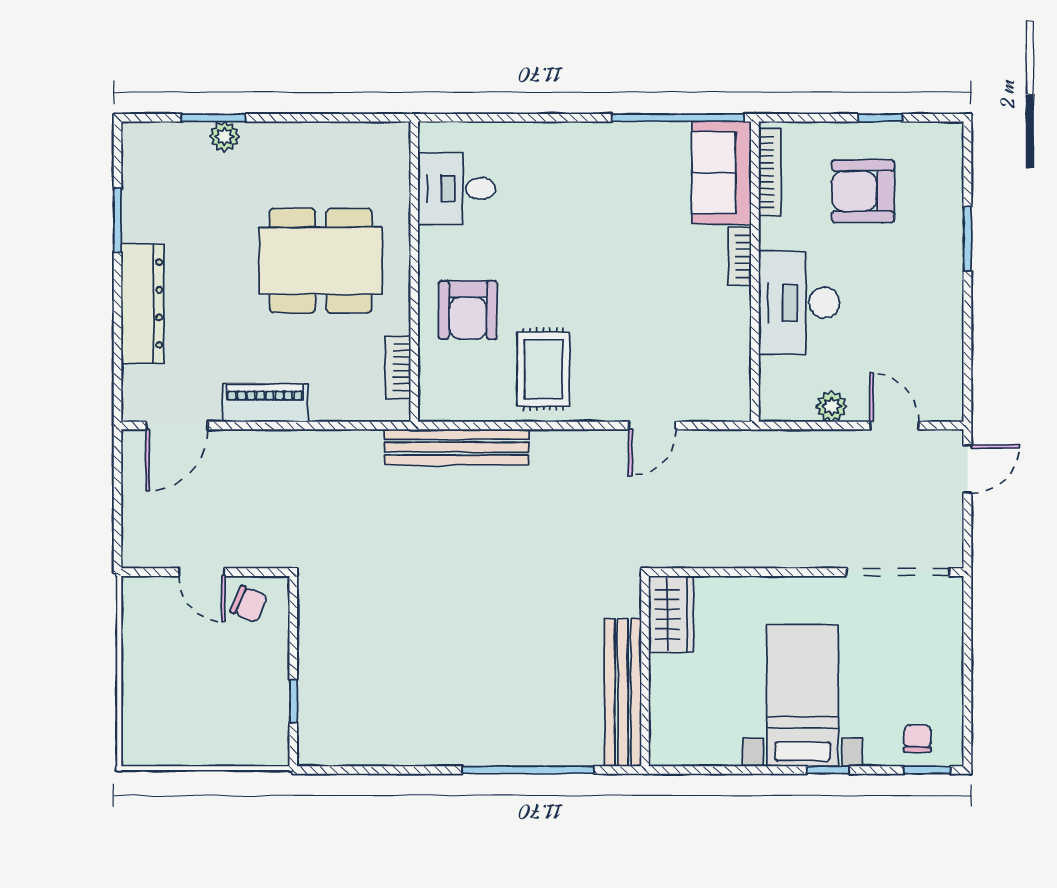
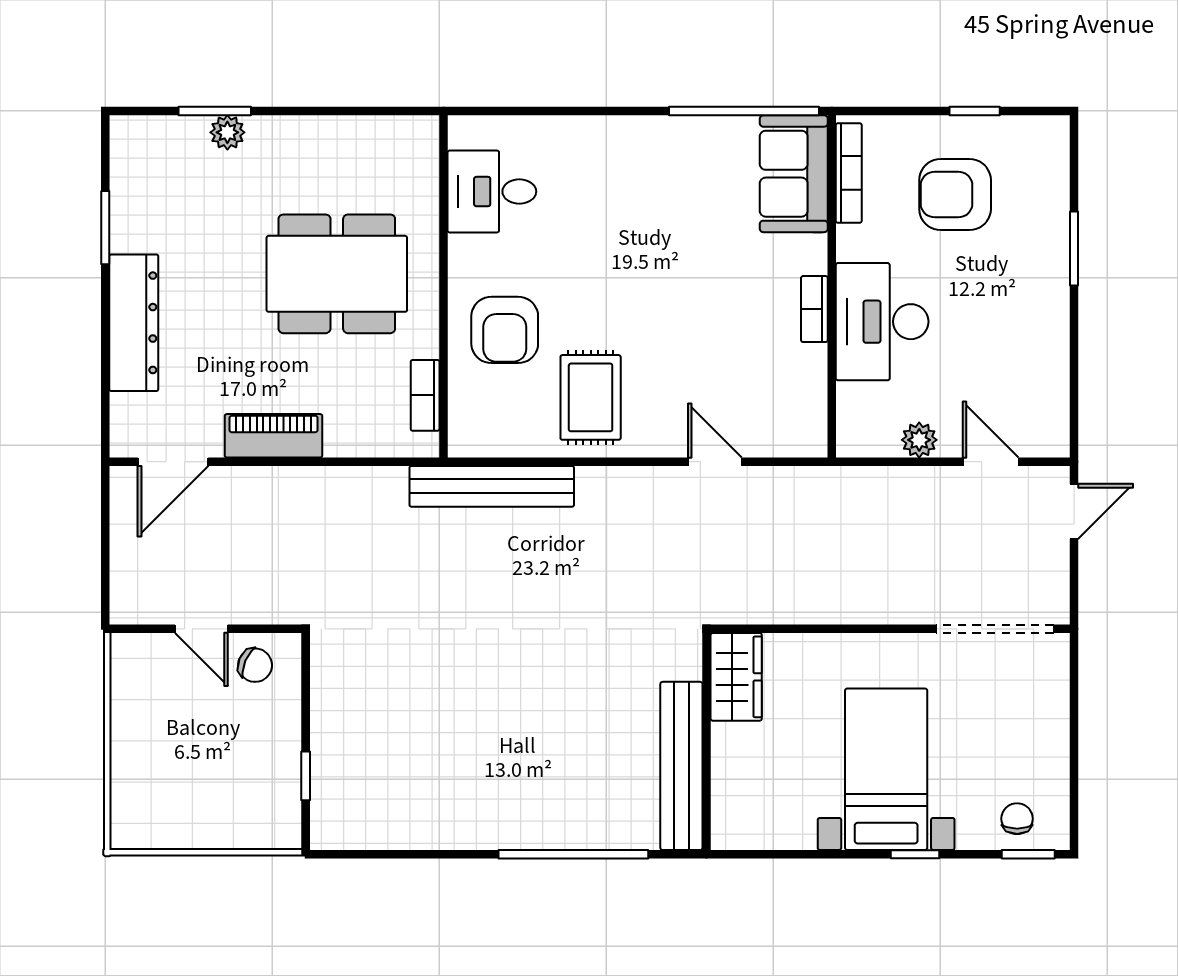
bookcase: (740, 256) -> (814, 309), moved
door: (652, 426) -> (715, 462), swing flipped

